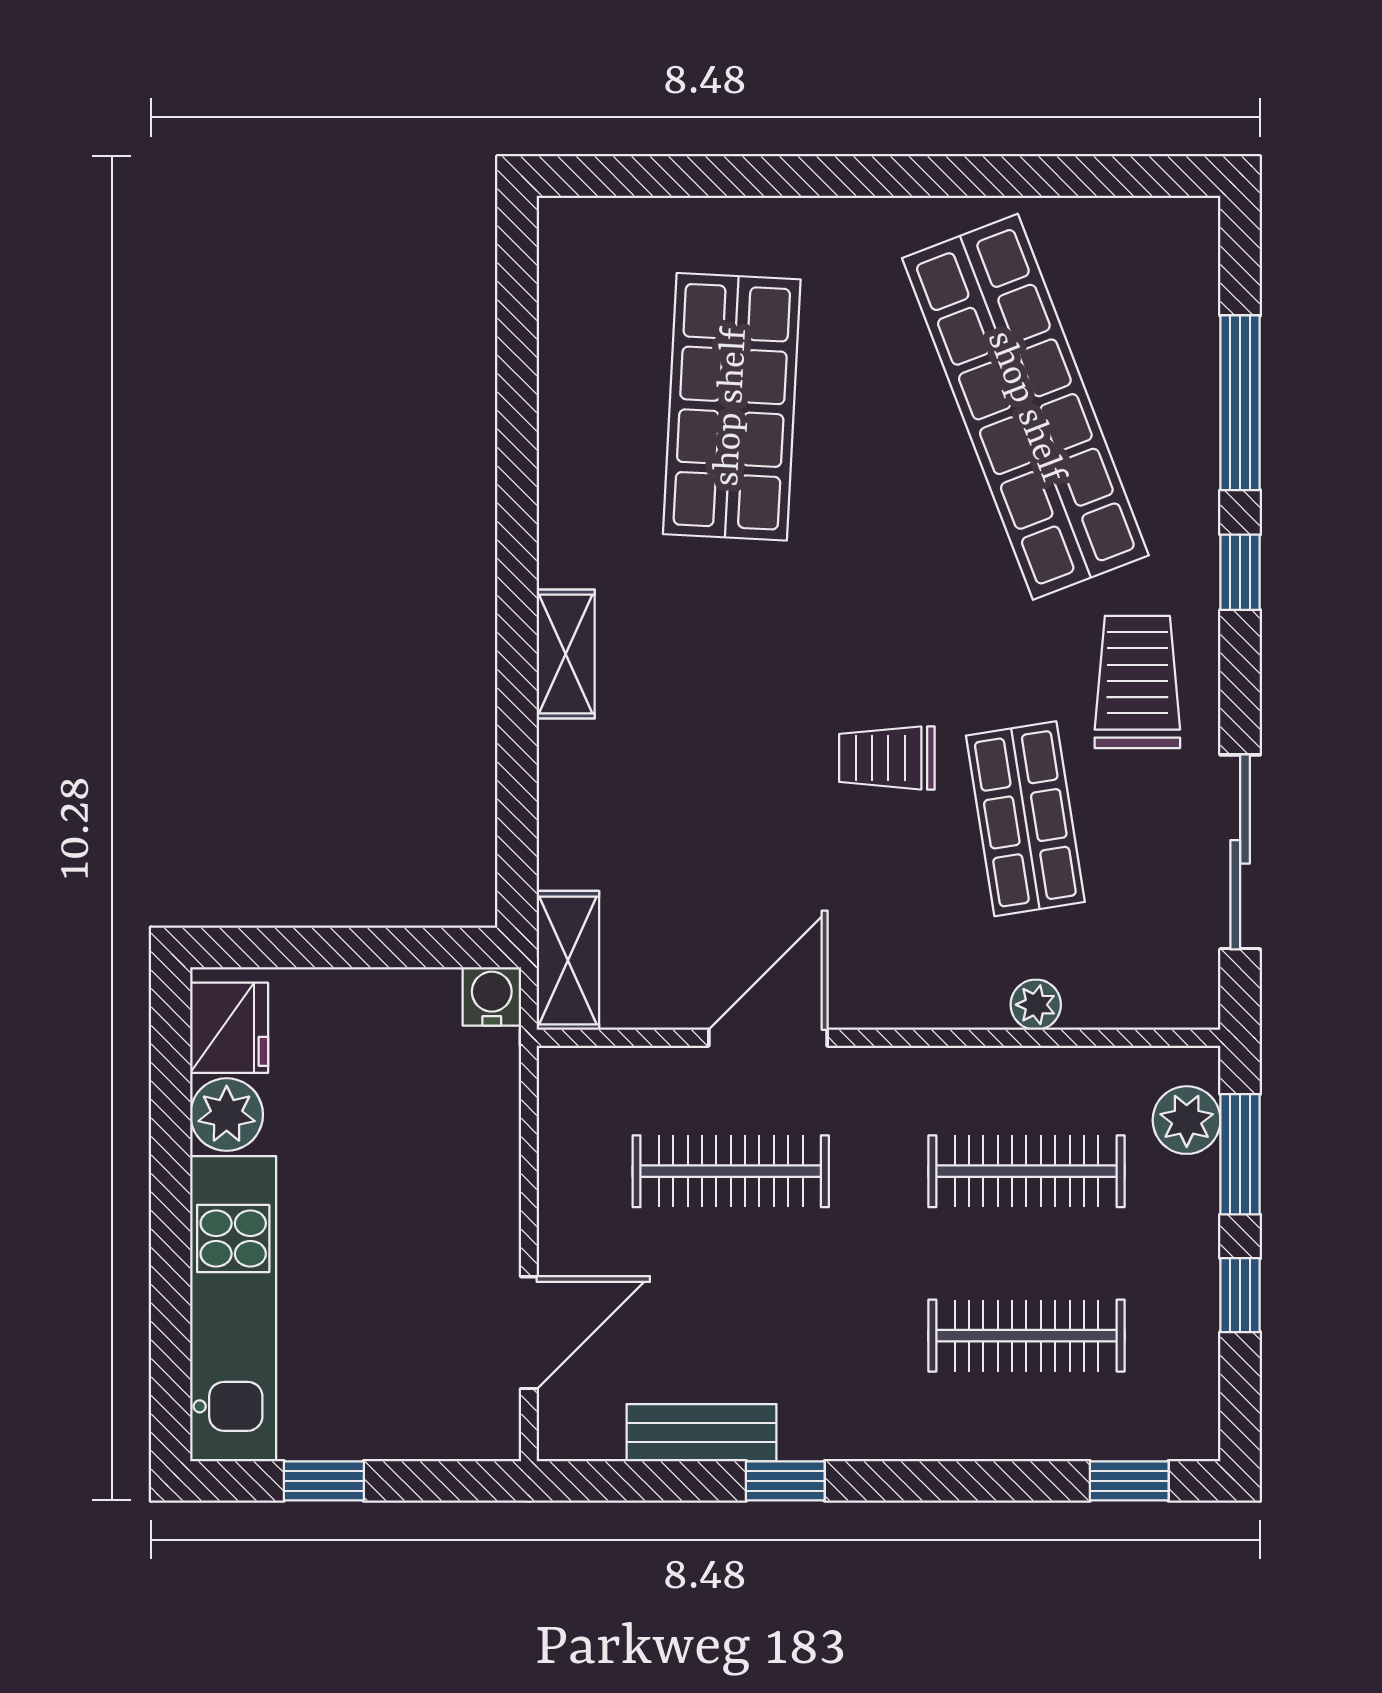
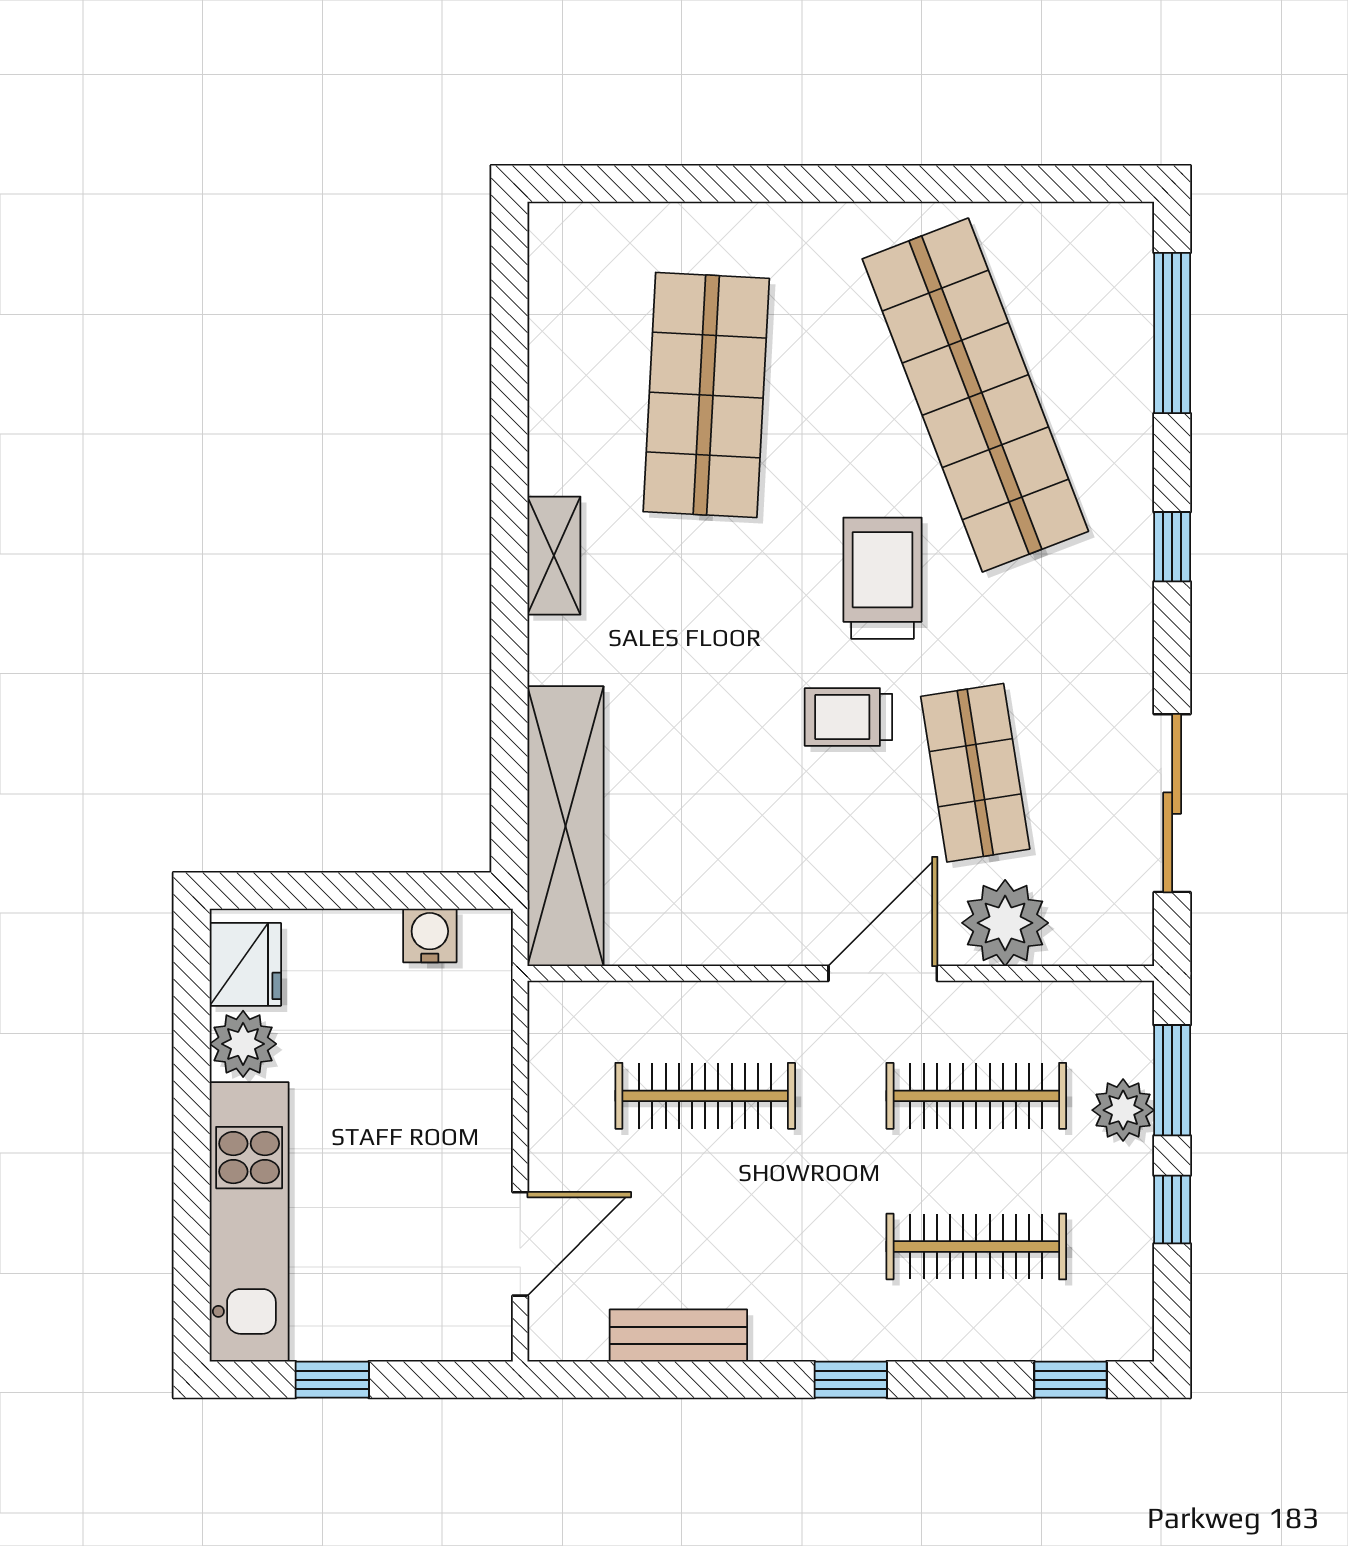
window: (1240, 403) -> (1172, 333), moved
shelving: (566, 654) -> (554, 556), moved
trolley: (1137, 682) -> (882, 578), moved
shelving: (568, 960) -> (566, 826), width x2.20, depth x1.33
water cooler: (492, 996) -> (430, 935), moved
plant: (1036, 1005) -> (1005, 923), width x1.88, depth x1.88
door: (768, 1038) -> (883, 973), moved
plant: (1187, 1120) -> (1123, 1110), moved
window: (785, 1481) -> (851, 1380), moved

